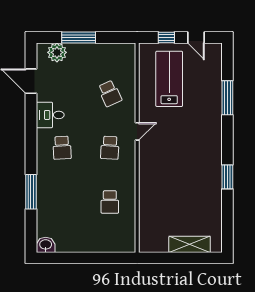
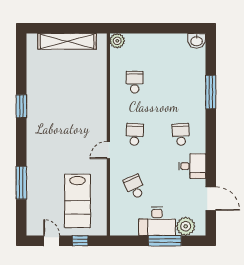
desk: (87, 58) -> (157, 221), added
shelving: (190, 244) -> (67, 41), width x1.47
plant: (128, 245) -> (117, 41), added

